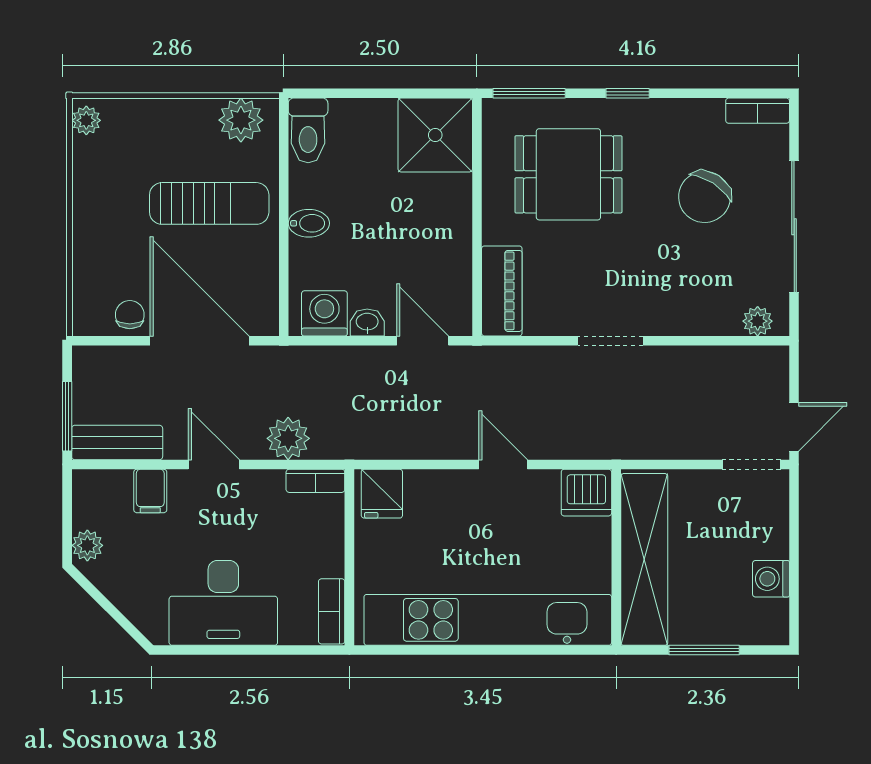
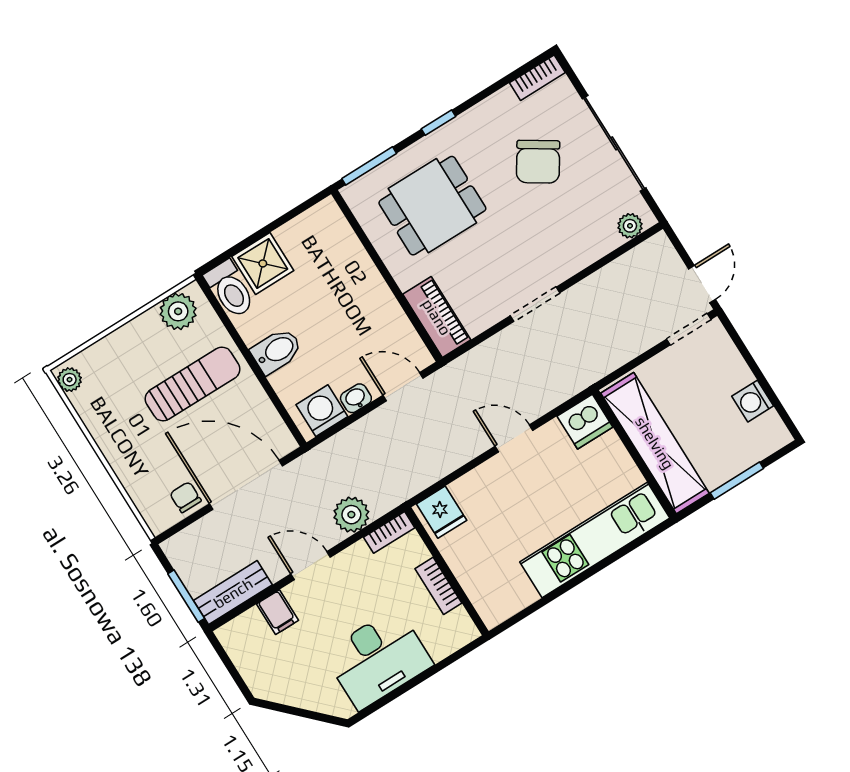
shower: (435, 135) -> (263, 263), moved, width x0.73, depth x0.73
bidet: (309, 223) -> (277, 351), width x1.38, depth x1.36
plant: (87, 545) -> (257, 678), removed
bookcase: (332, 611) -> (438, 586), moved
kitchen unit: (488, 620) -> (595, 540), width x0.73

